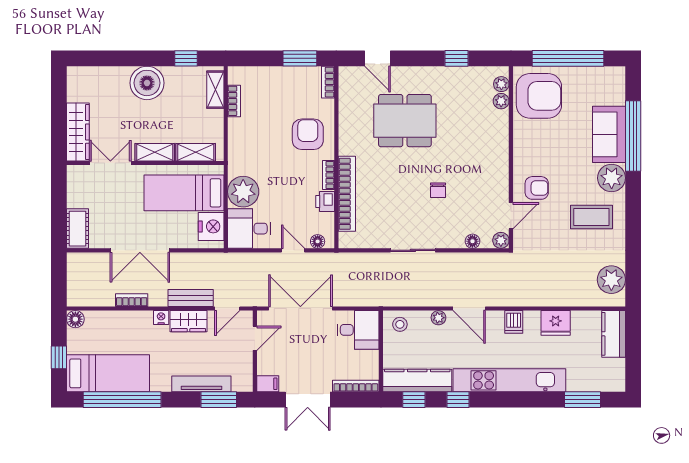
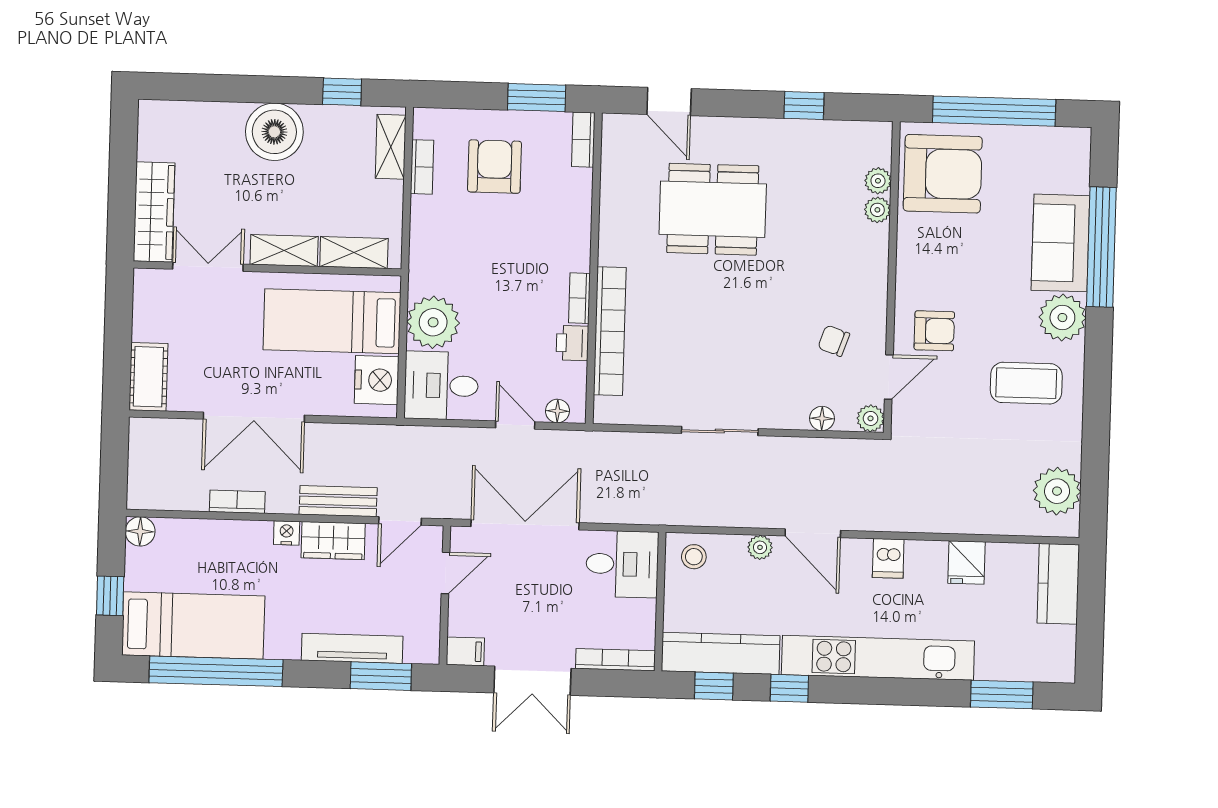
plant: (501, 84) -> (877, 210), moved
armchair: (308, 134) -> (495, 167), moved
chair: (438, 190) -> (834, 341), moved, turned 109
fridge: (556, 323) -> (966, 562), width x0.72

